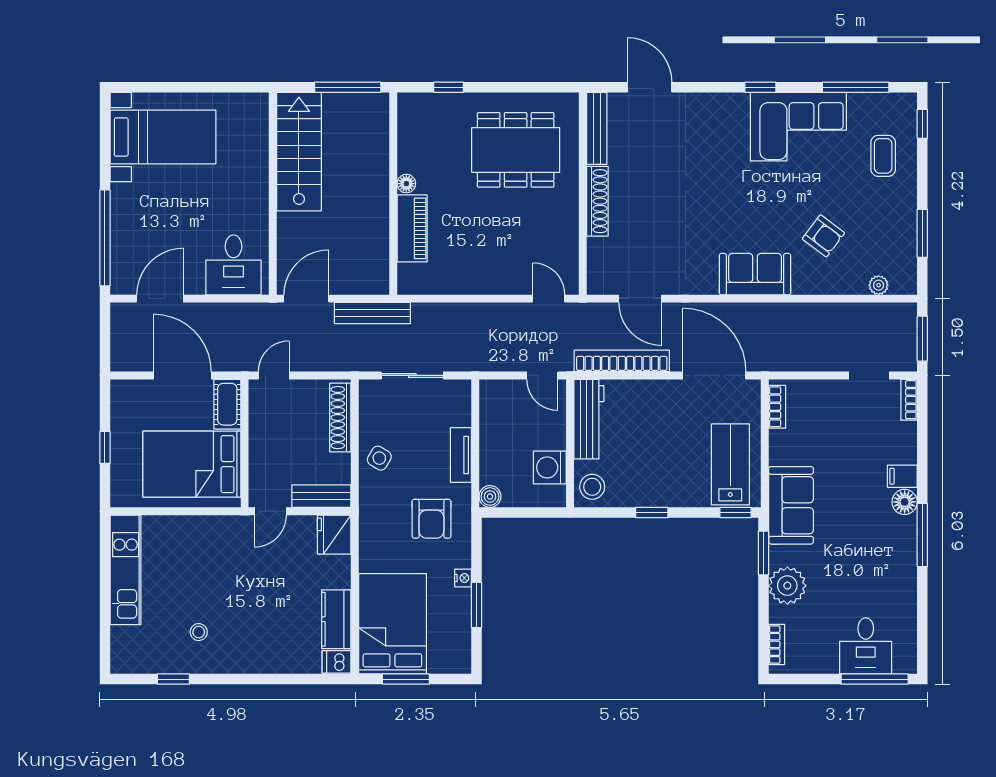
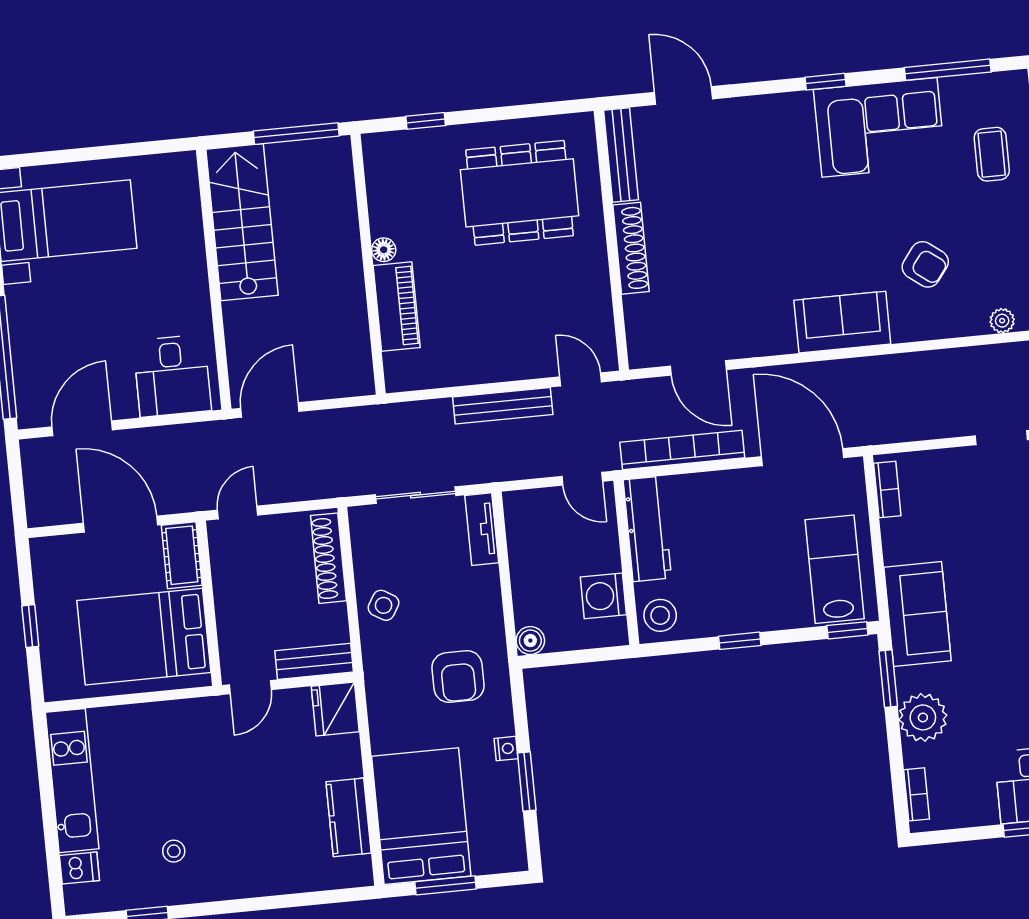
bench: (372, 313) -> (503, 406), moved
tv unit: (461, 455) -> (482, 529), moved
dishwasher: (336, 662) -> (79, 868), moved, turned 180

